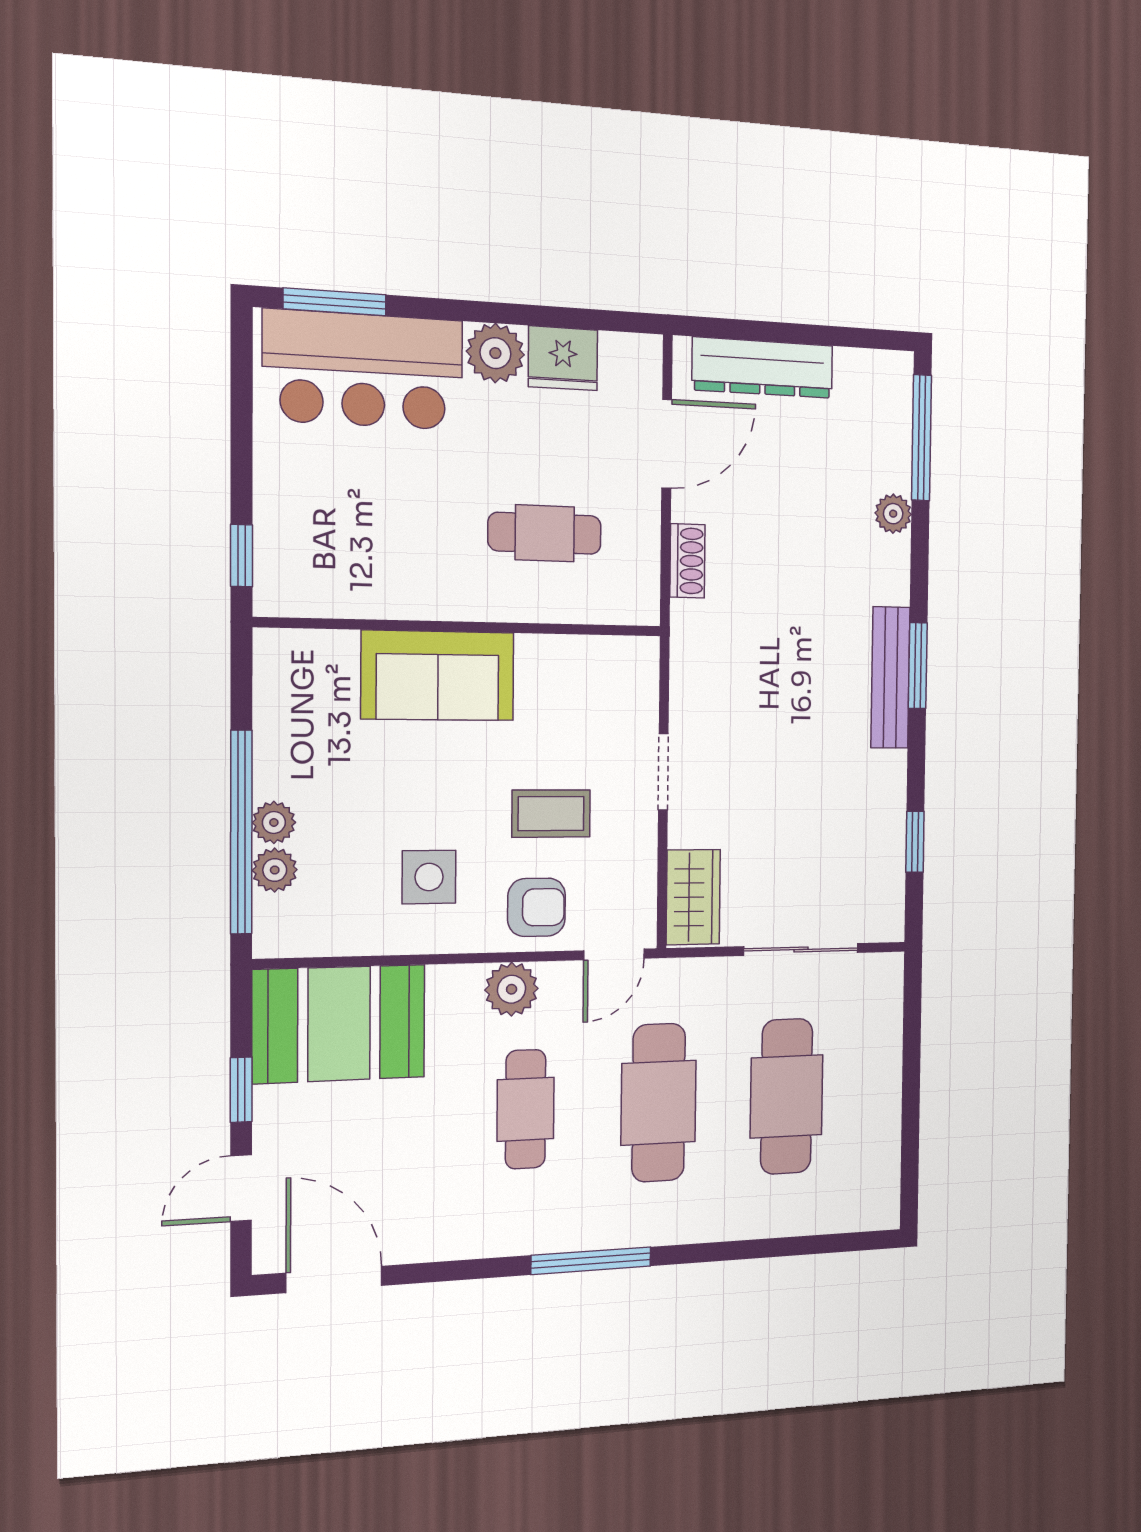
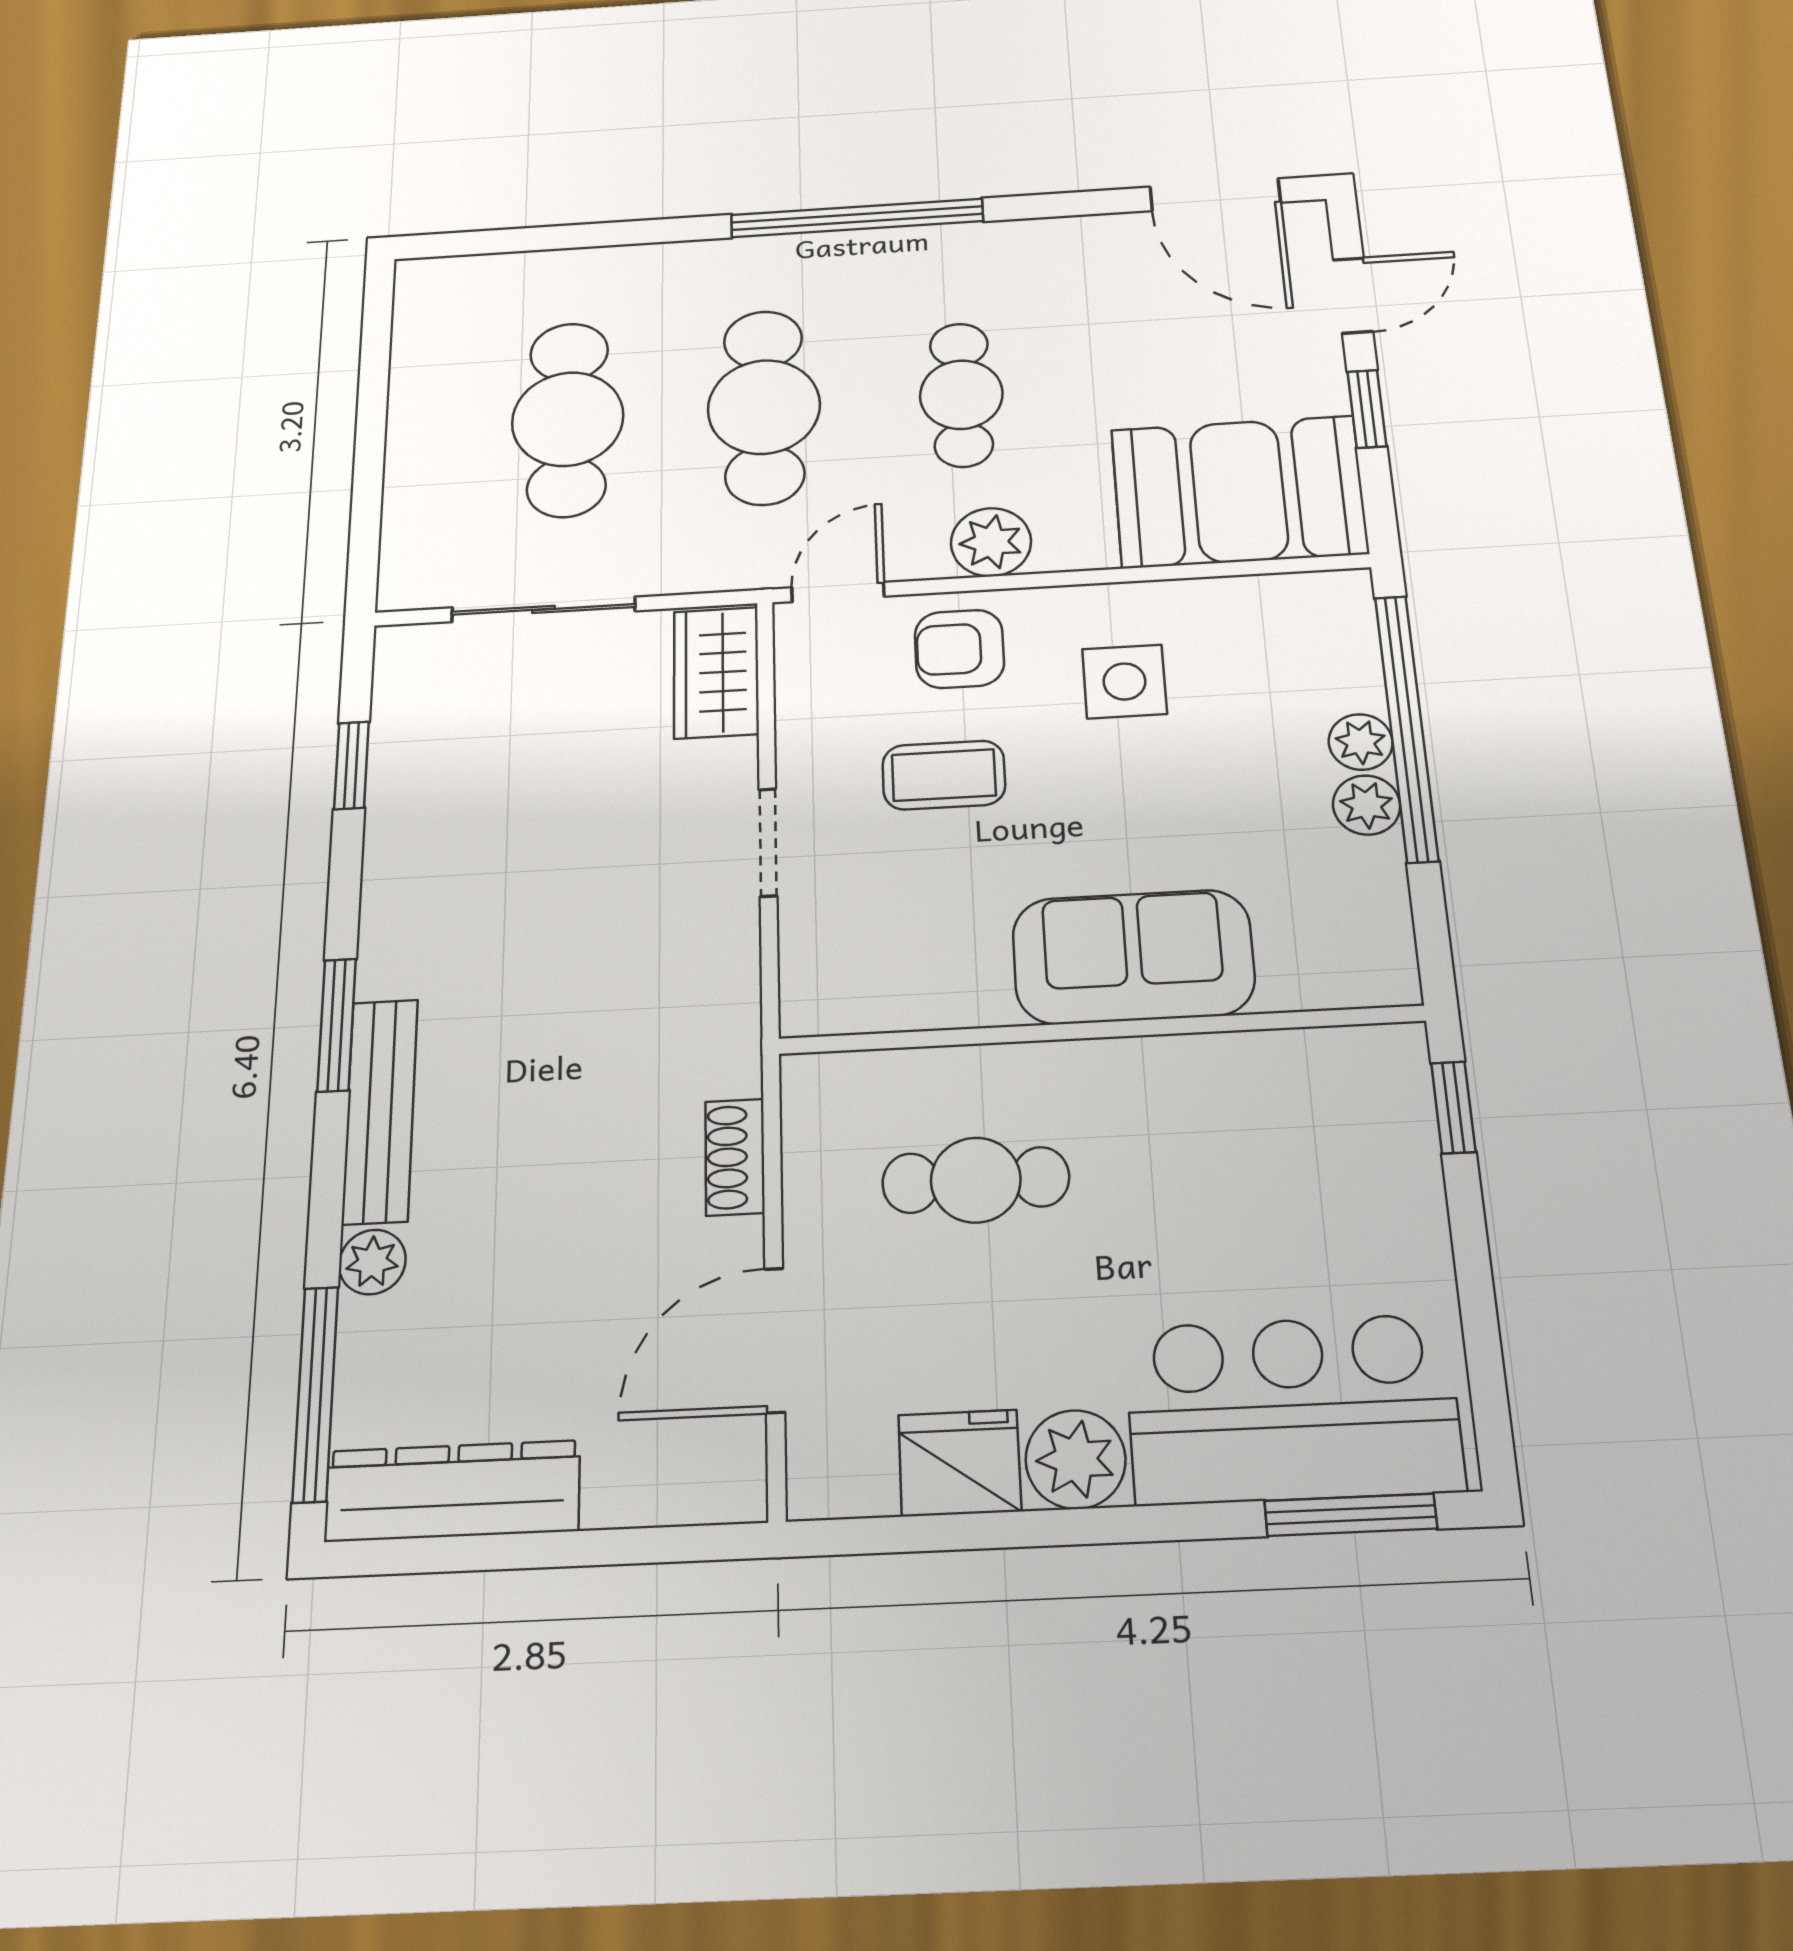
dresser: (763, 368) -> (453, 1491), moved
bench: (890, 678) -> (380, 1111), moved
plant: (275, 870) -> (1367, 805), moved
window: (591, 1261) -> (857, 218), width x1.46

